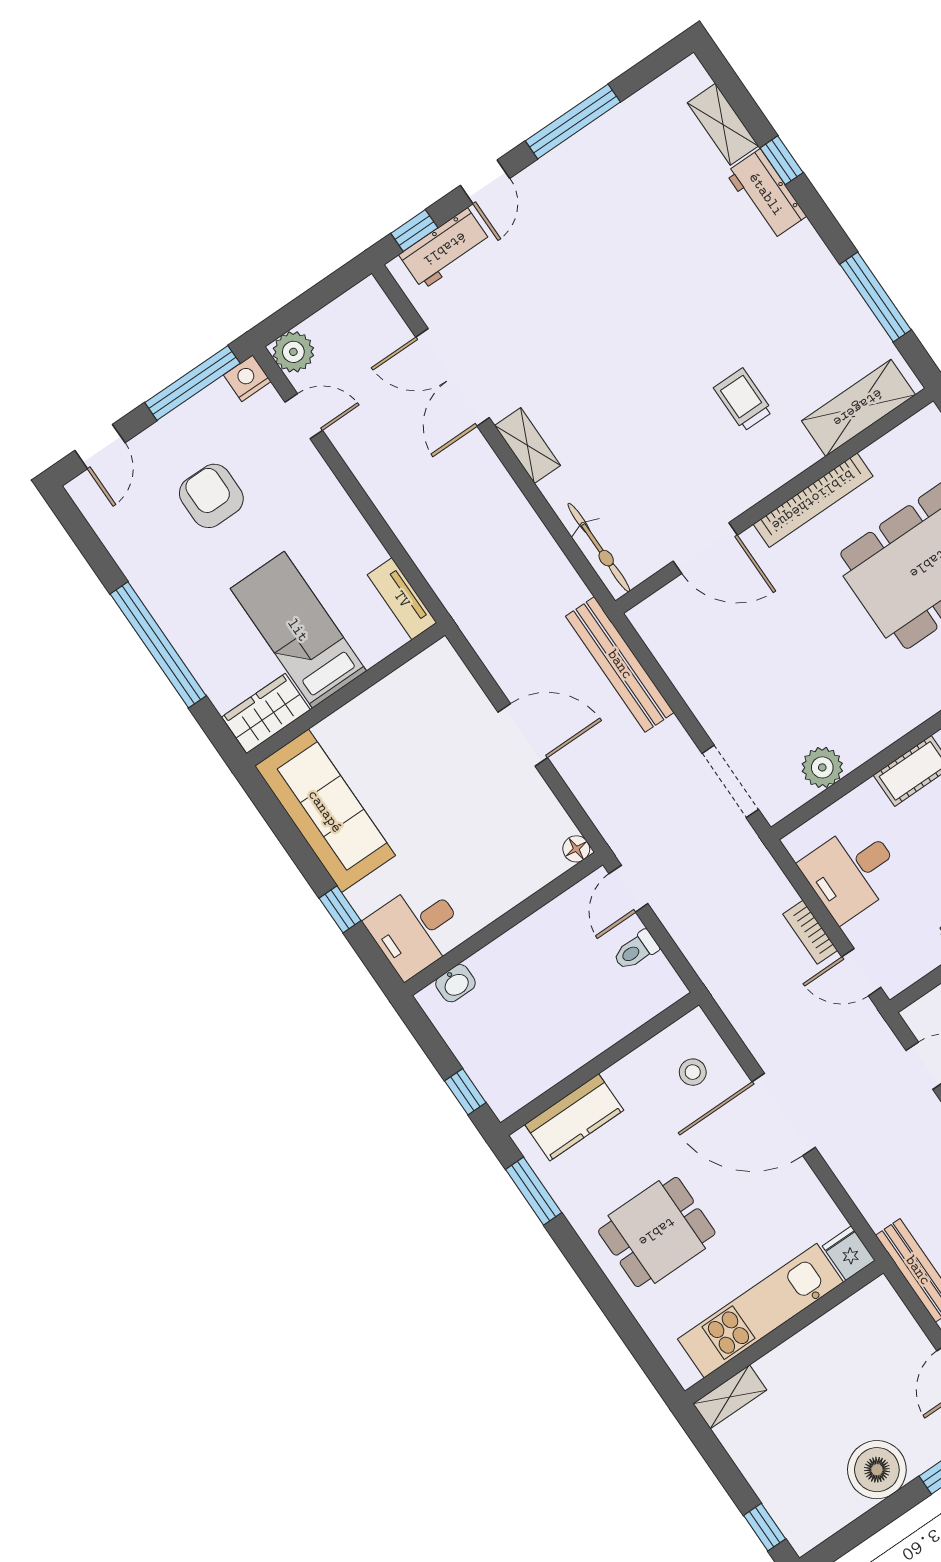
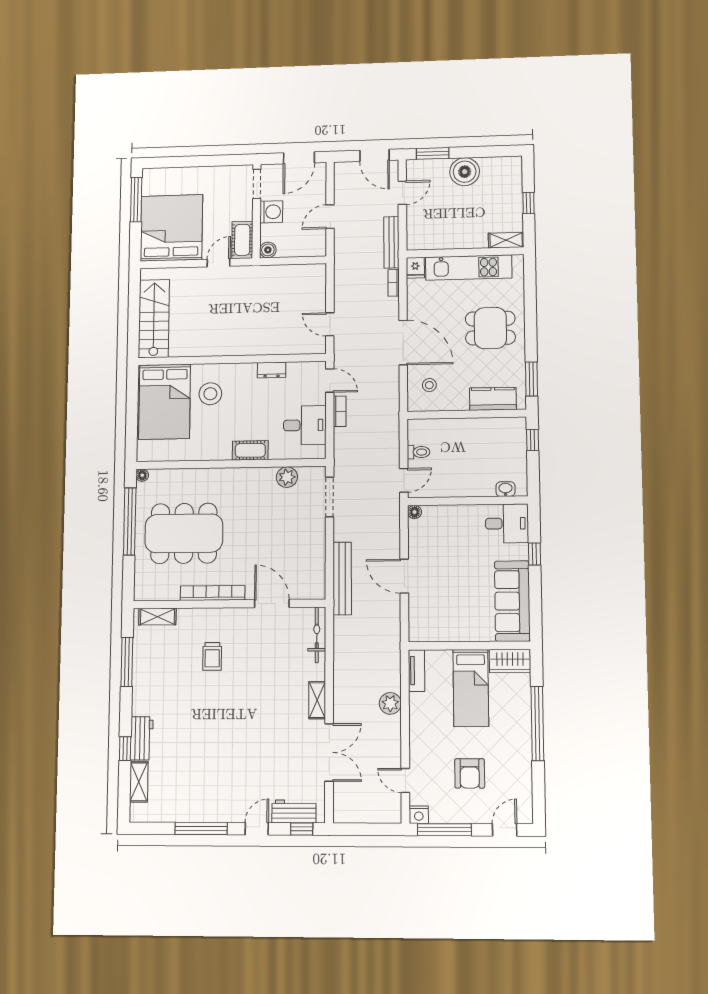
plant: (293, 352) -> (390, 703), moved
shelving: (858, 408) -> (157, 617), width x0.67, depth x0.75
bookcase: (867, 1204) -> (394, 283), added
window: (765, 1527) -> (529, 203), moved

